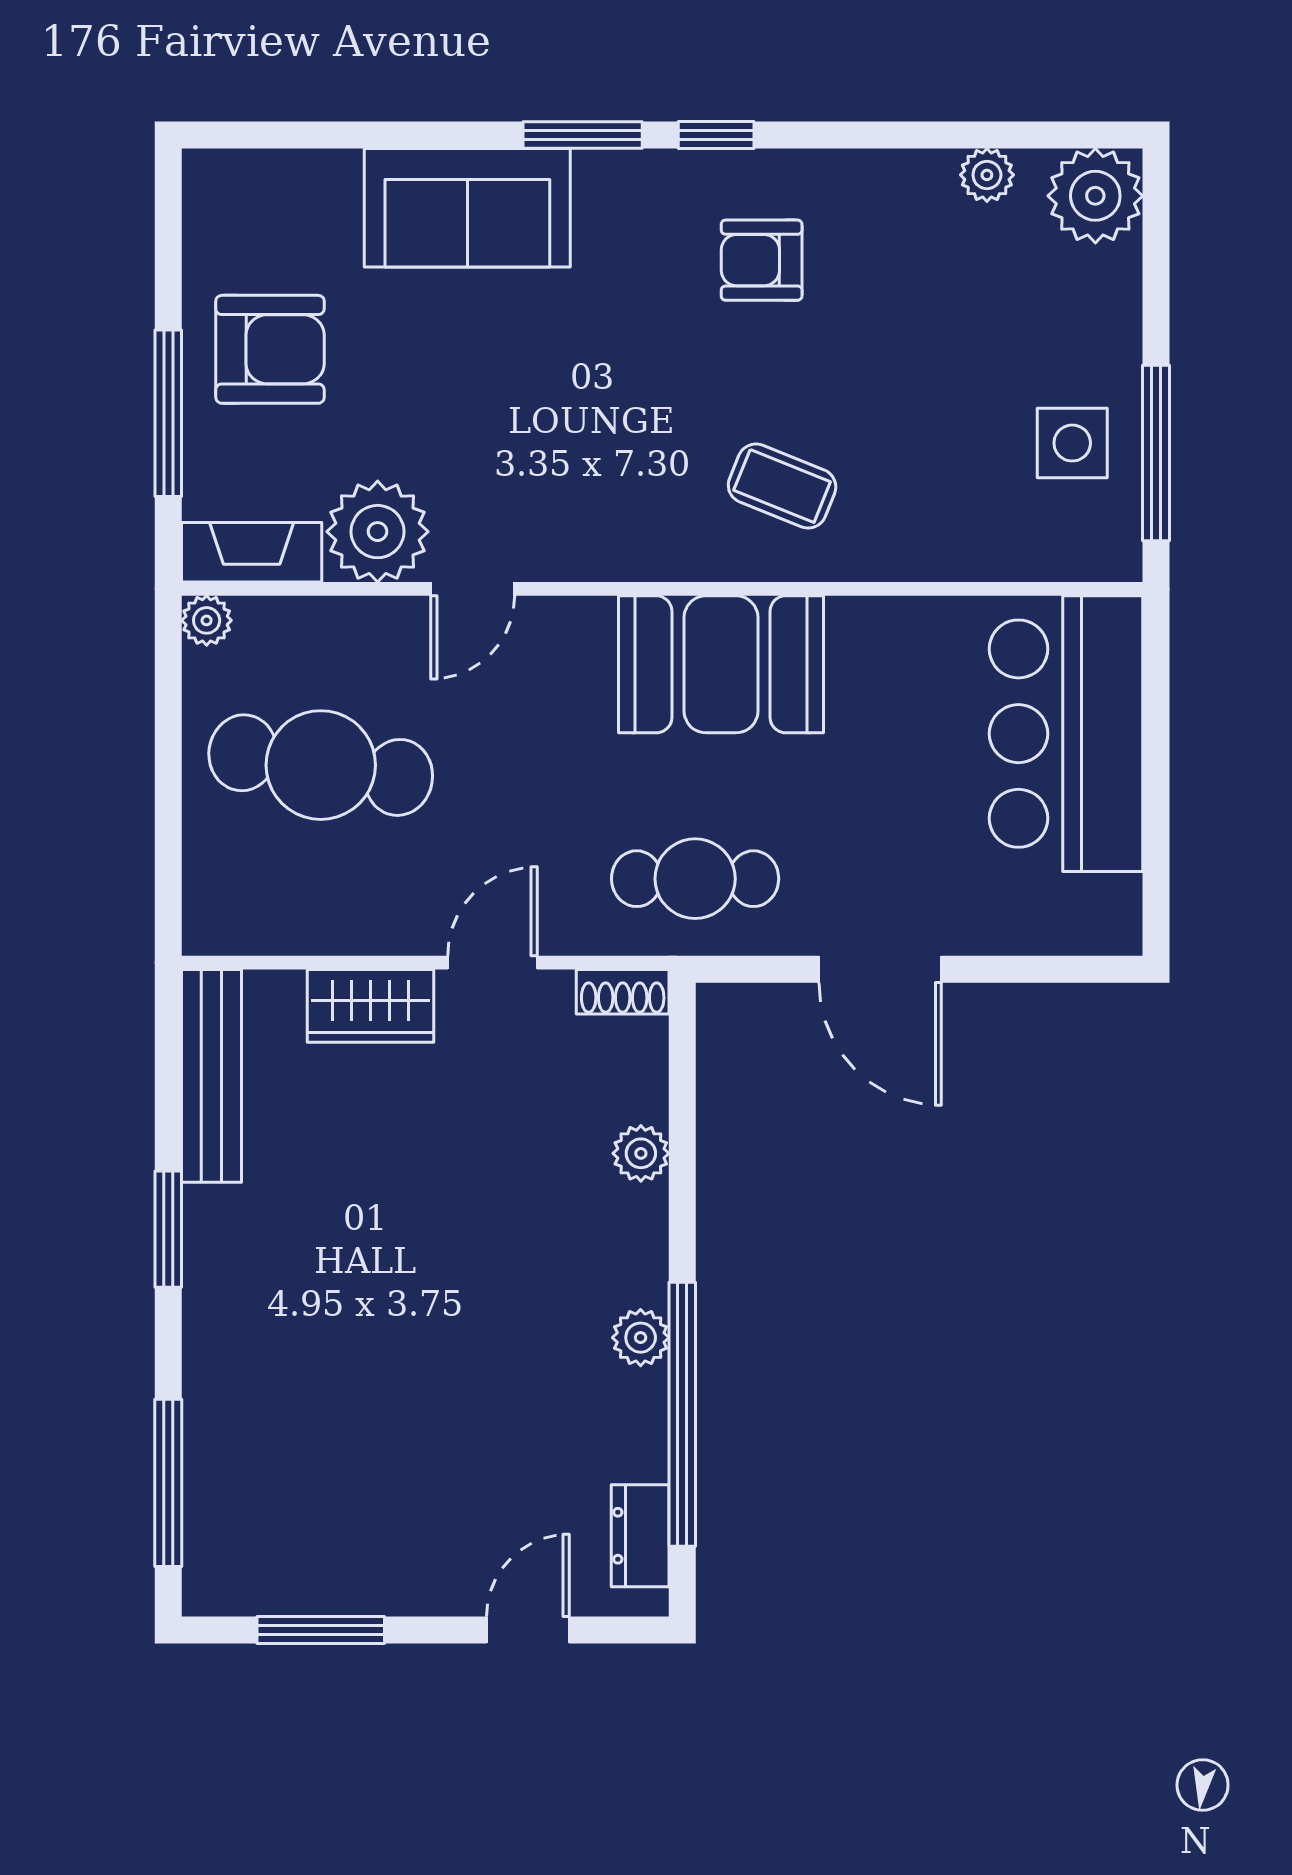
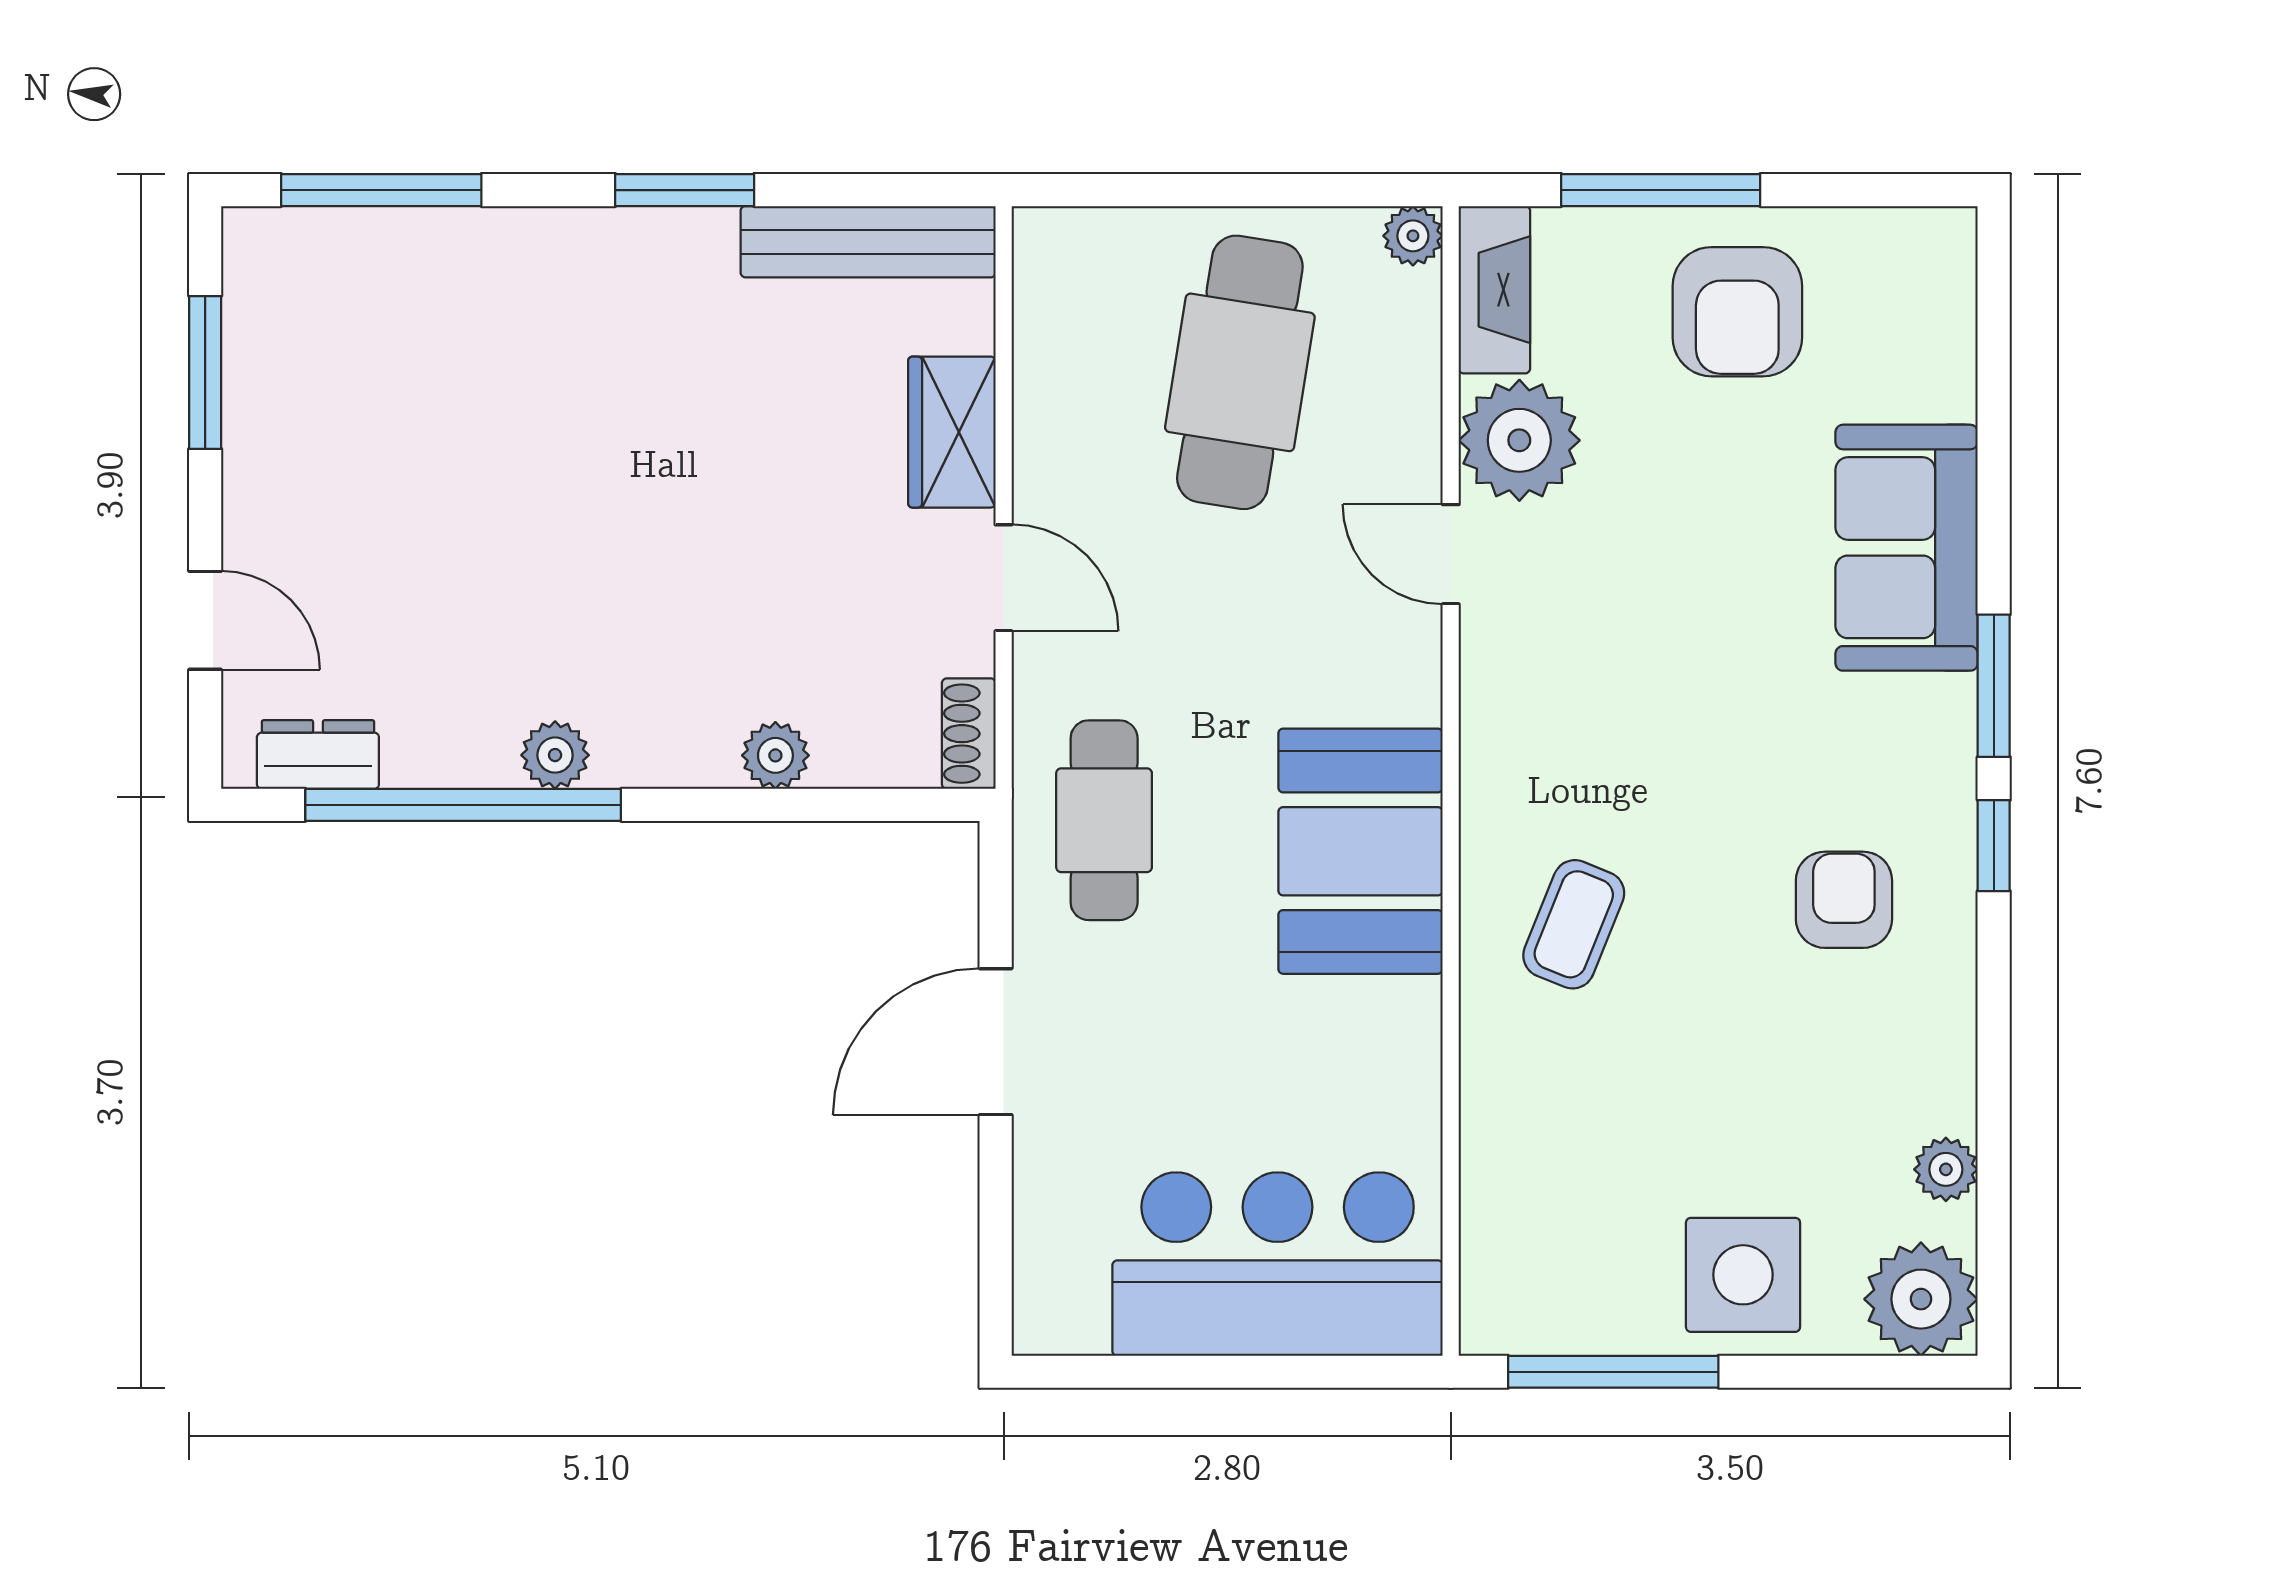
side table: (1072, 443) -> (1743, 1275), moved, width x1.37, depth x1.37

